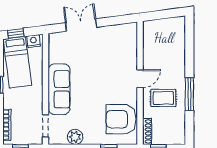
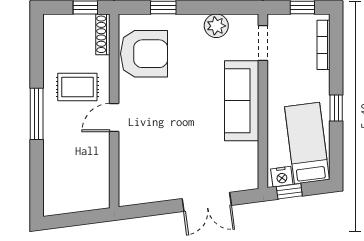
window: (16, 33) -> (289, 191), moved
window: (189, 94) -> (37, 114), moved

